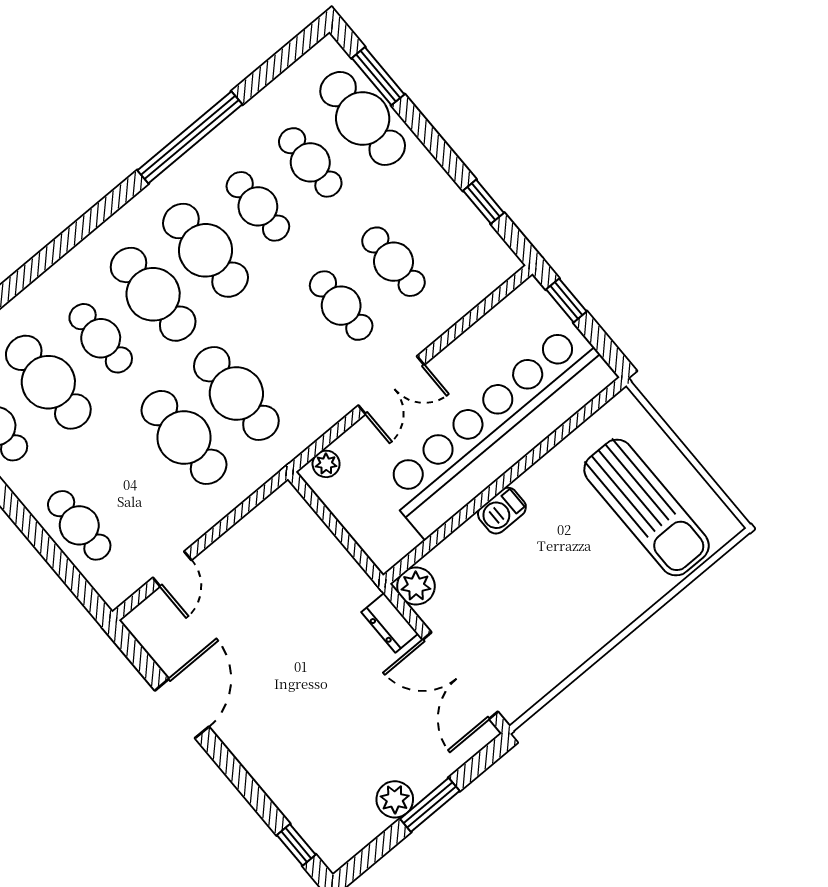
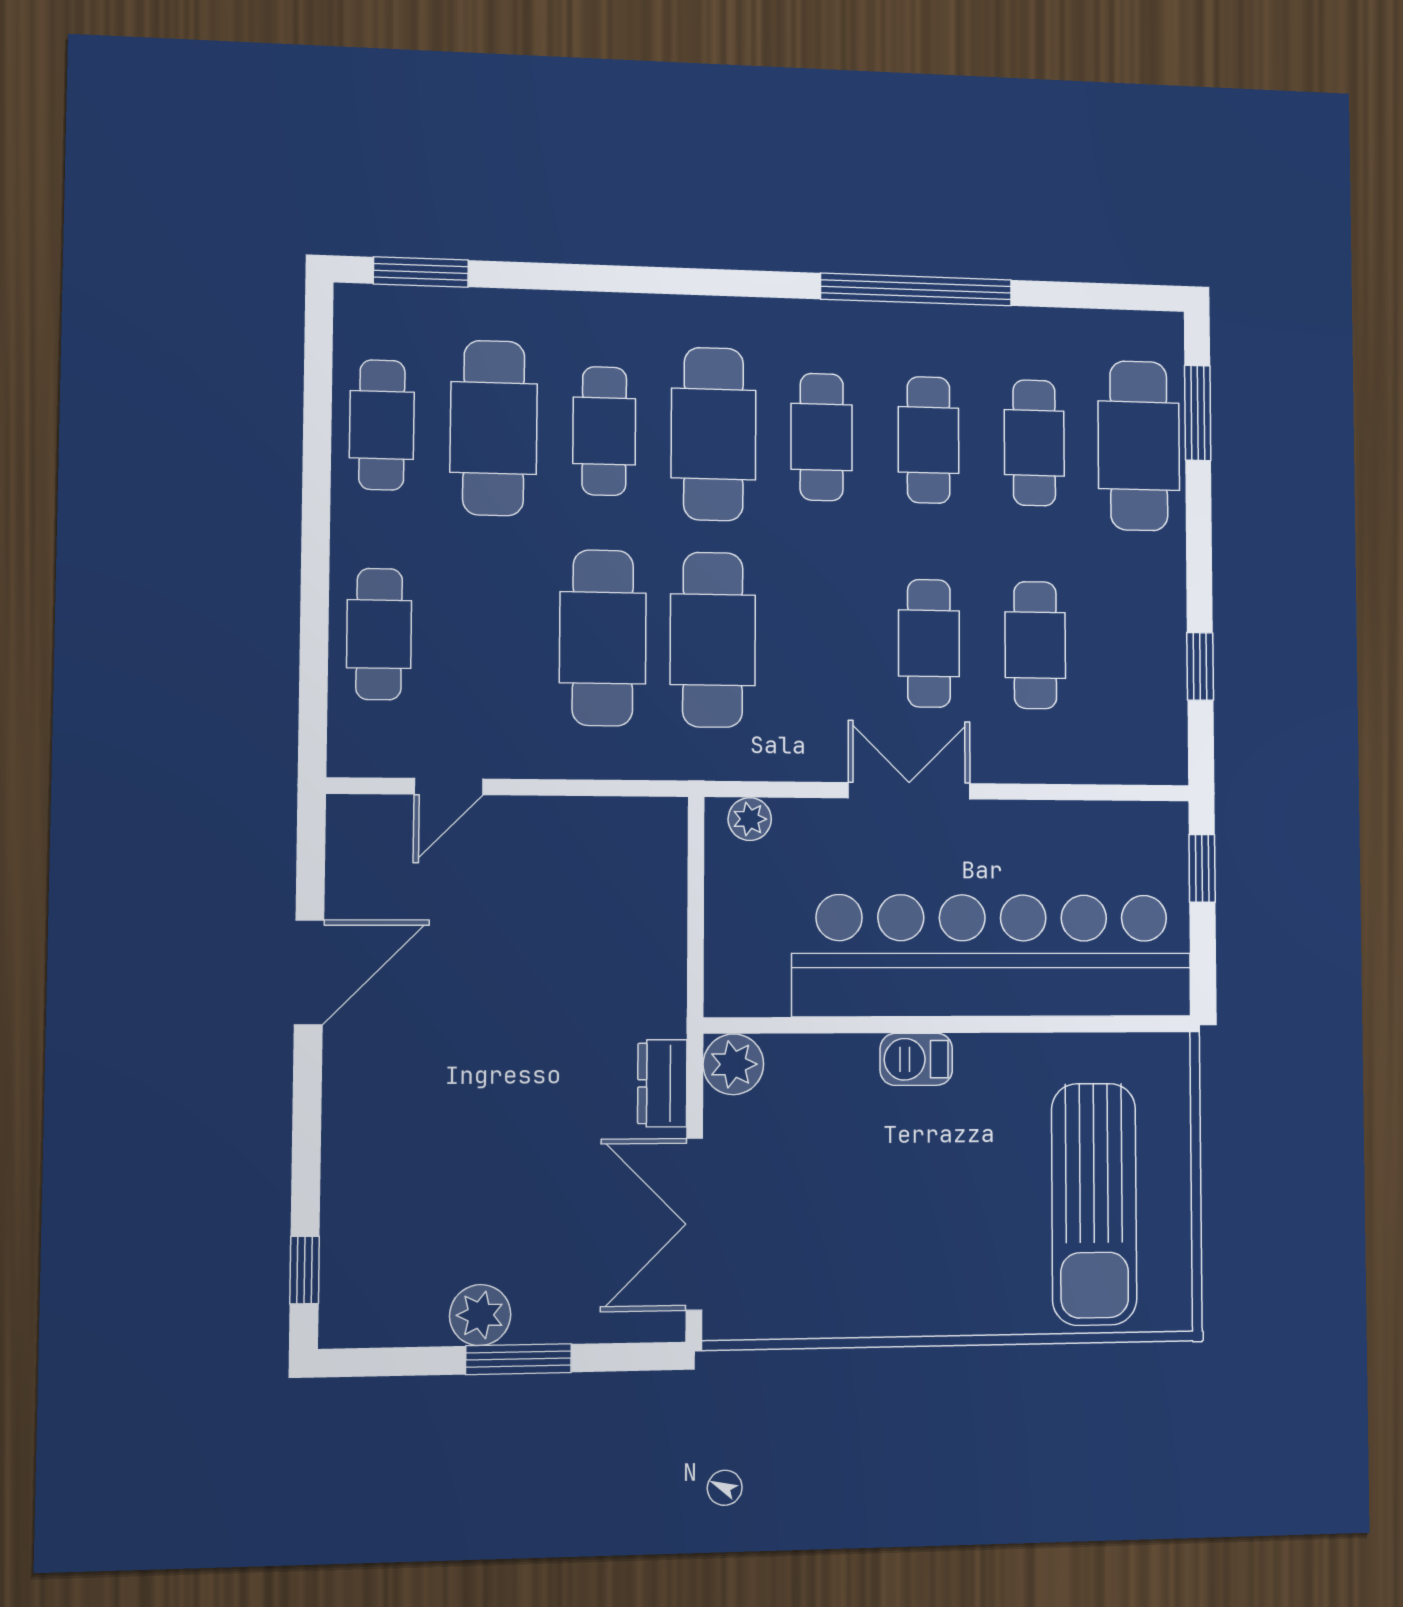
cafe table: (205, 250) -> (822, 437), width x0.73, depth x0.74
double door: (391, 385) -> (909, 791), swing flipped

